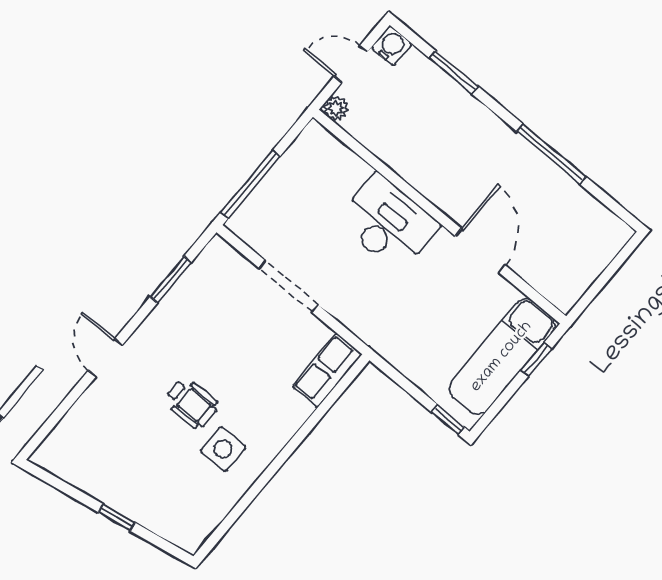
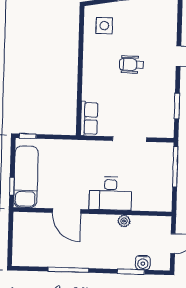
water cooler: (392, 46) -> (143, 263), moved
plant: (336, 108) -> (124, 221), moved
side table: (223, 449) -> (104, 26), moved

